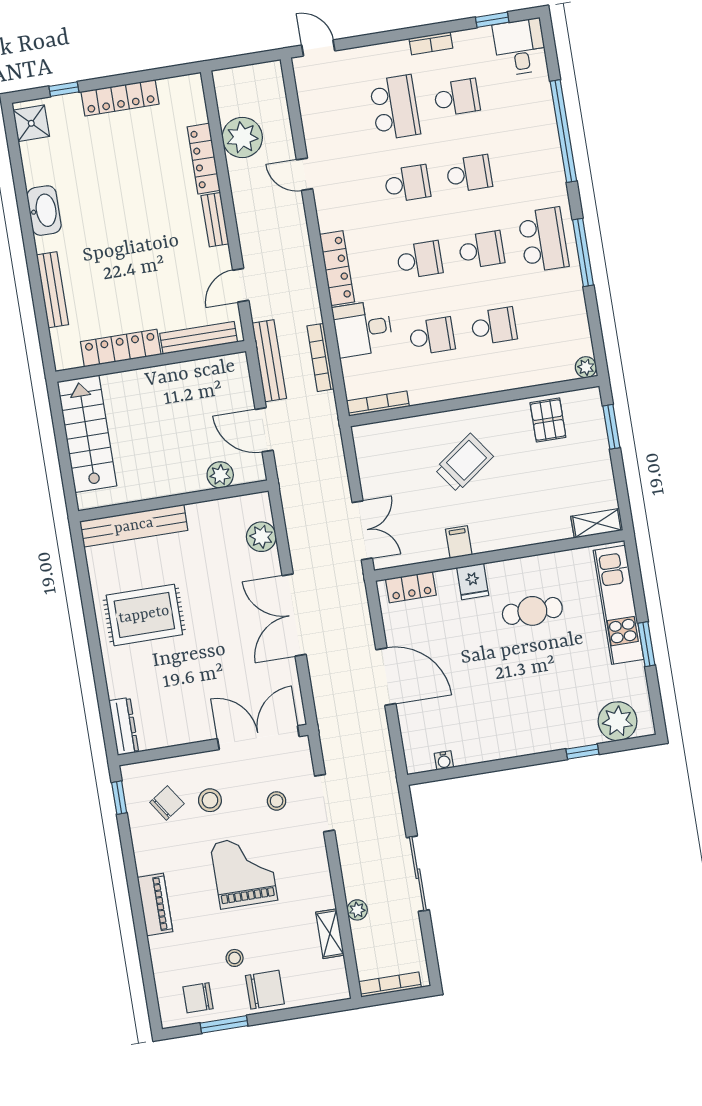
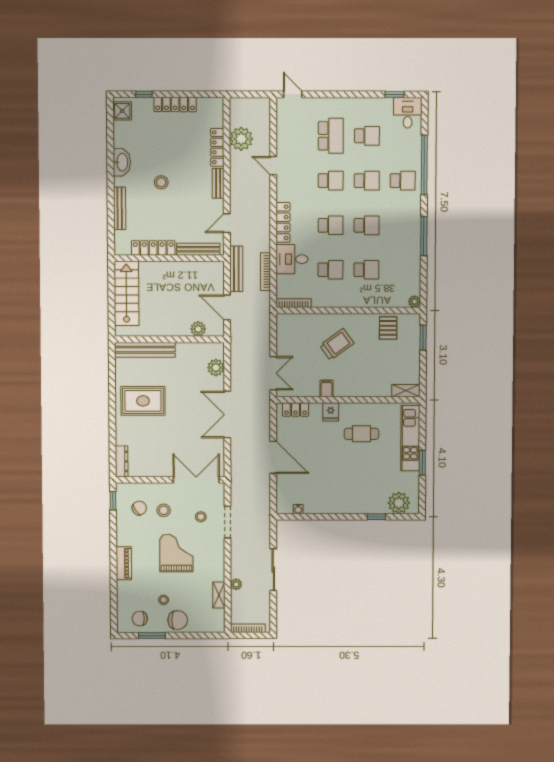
bookcase: (431, 43) -> (357, 102), removed
stool: (117, 234) -> (161, 182), added
school desk: (543, 240) -> (403, 181), moved, width x0.54

